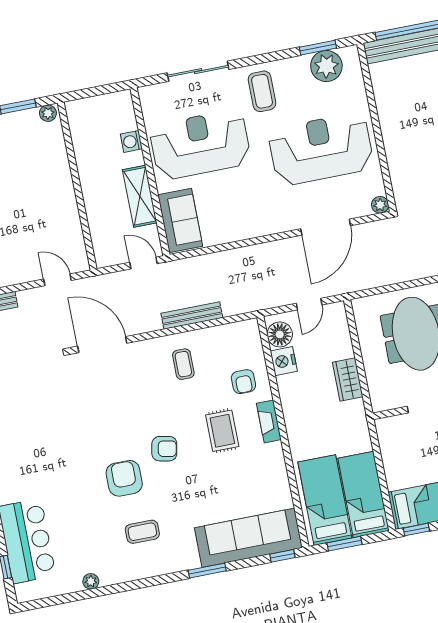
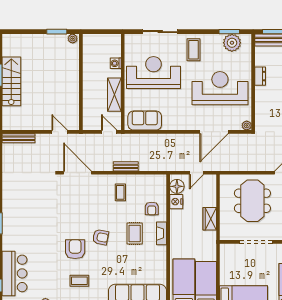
dresser: (387, 114) -> (260, 76), added
sofa: (180, 221) -> (145, 121), moved, turned -90
bench: (192, 316) -> (126, 166), width x0.73

